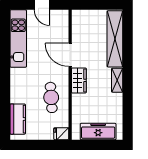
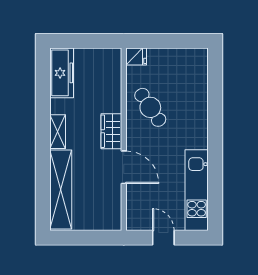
cafe table: (51, 97) -> (150, 107), turned -30
kitchen counter: (18, 119) -> (197, 77), removed
freezer: (98, 132) -> (62, 73), moved, turned -90

